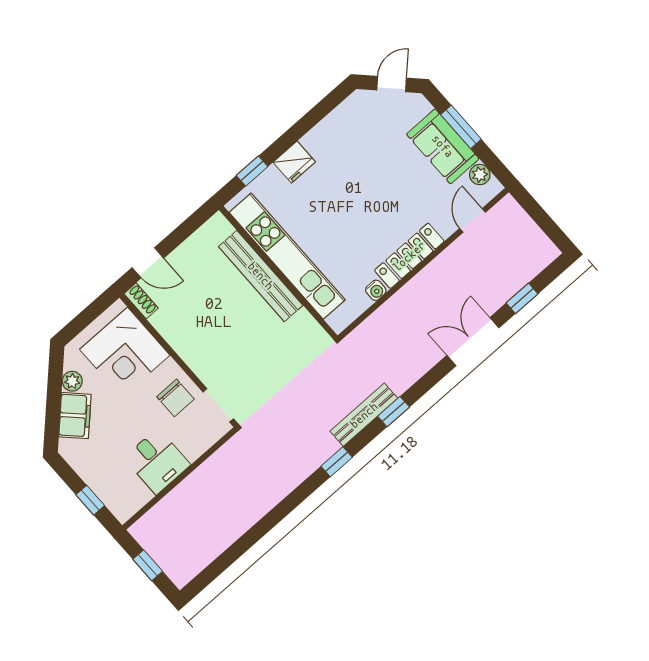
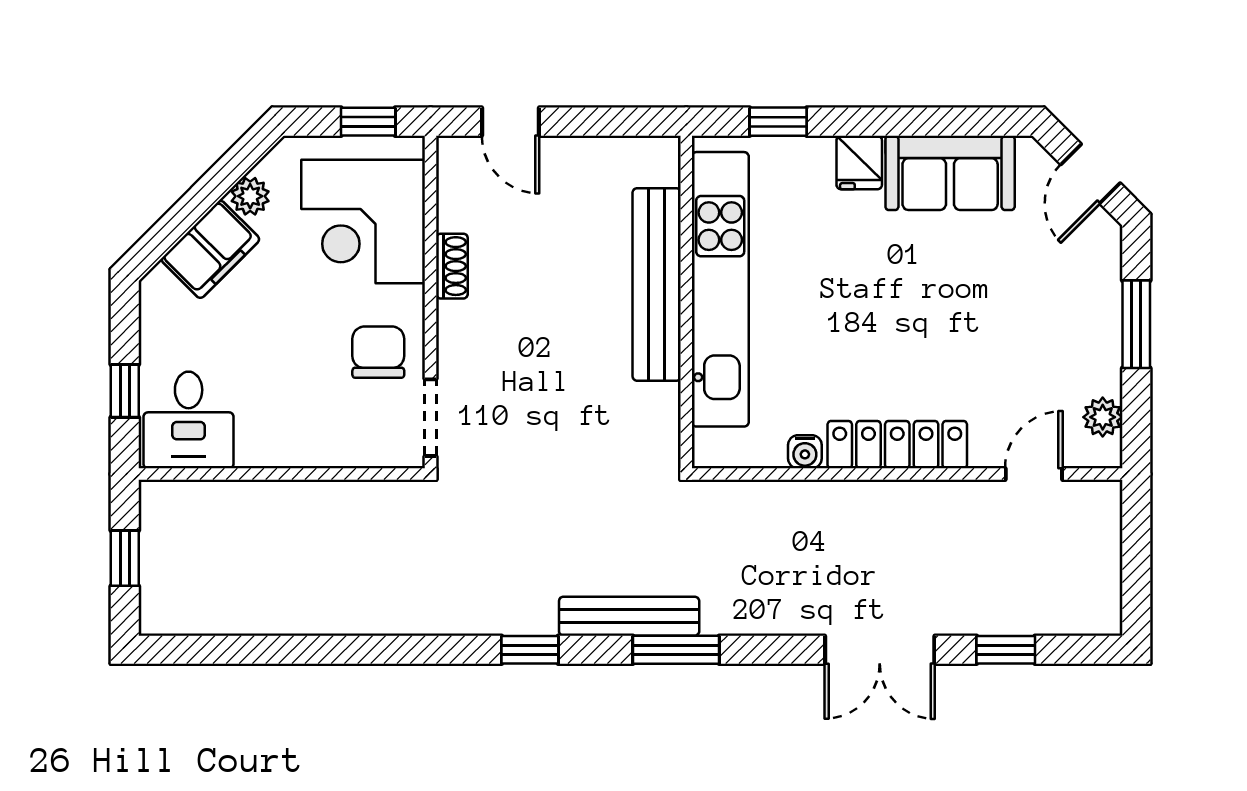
door: (392, 84) -> (1090, 174), swing flipped
sofa: (443, 146) -> (950, 173), moved, turned -90
fridge: (294, 162) -> (859, 163), width x0.72
shoe rack: (141, 301) -> (452, 266), moved
window: (93, 312) -> (368, 122), added
double door: (473, 342) -> (880, 650), swing flipped
chair: (176, 398) -> (378, 352), turned 180
window: (394, 412) -> (676, 650), width x1.50
desk: (157, 461) -> (189, 420), moved

